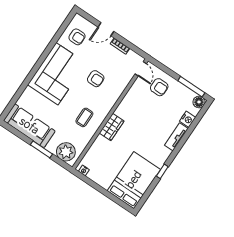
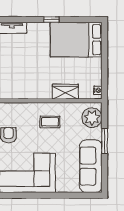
wardrobe: (112, 127) -> (65, 92), moved

